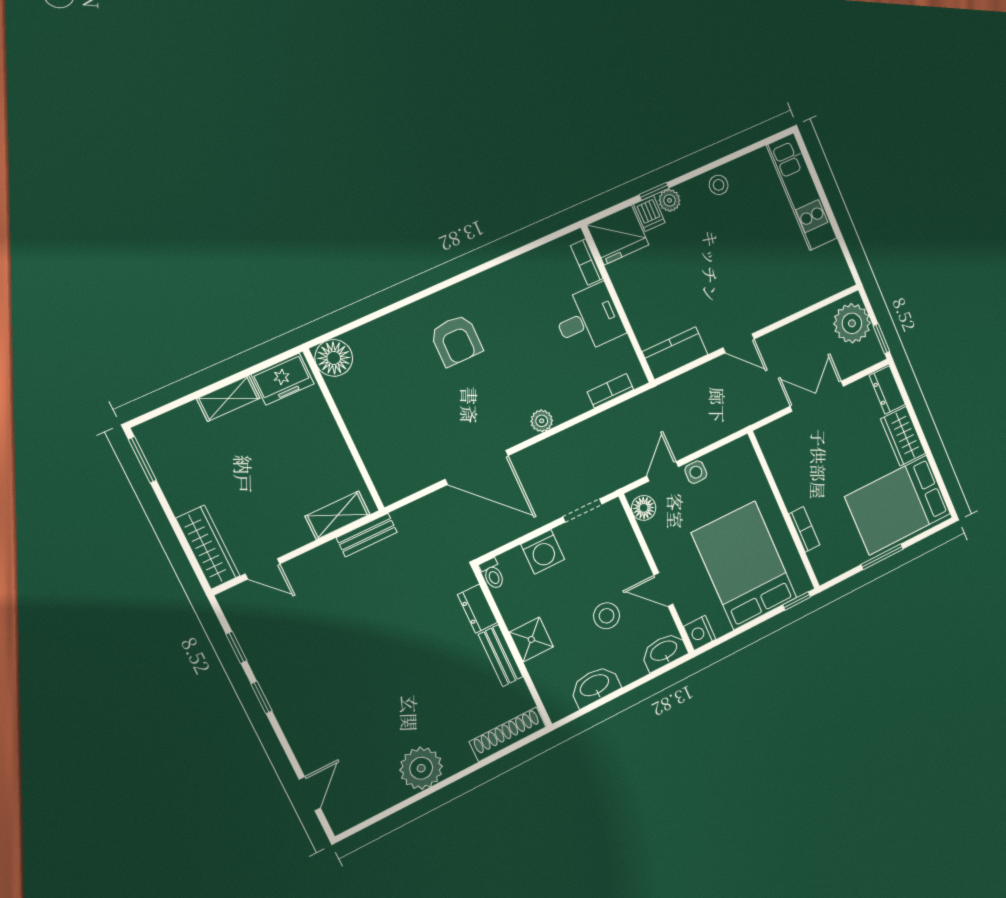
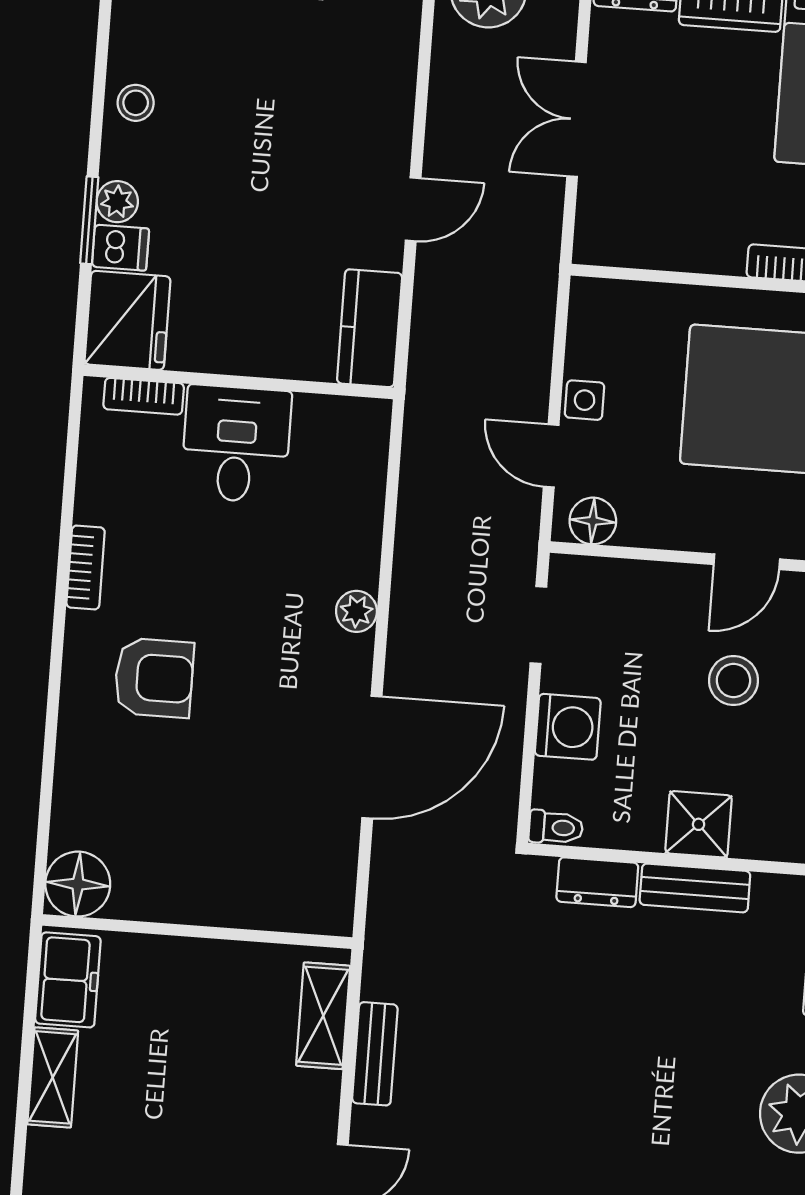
window: (654, 191) -> (89, 220), width x1.50
bookcase: (610, 391) -> (86, 568), moved, turned 180
bench: (367, 535) -> (375, 1054), moved

